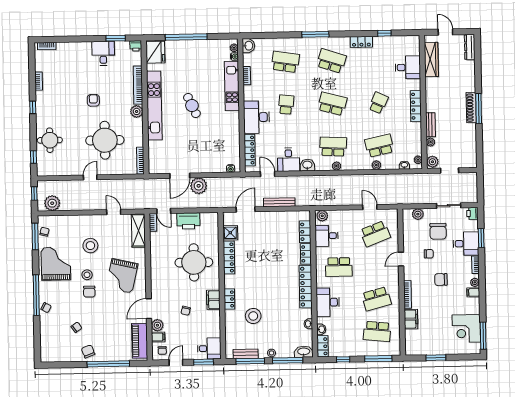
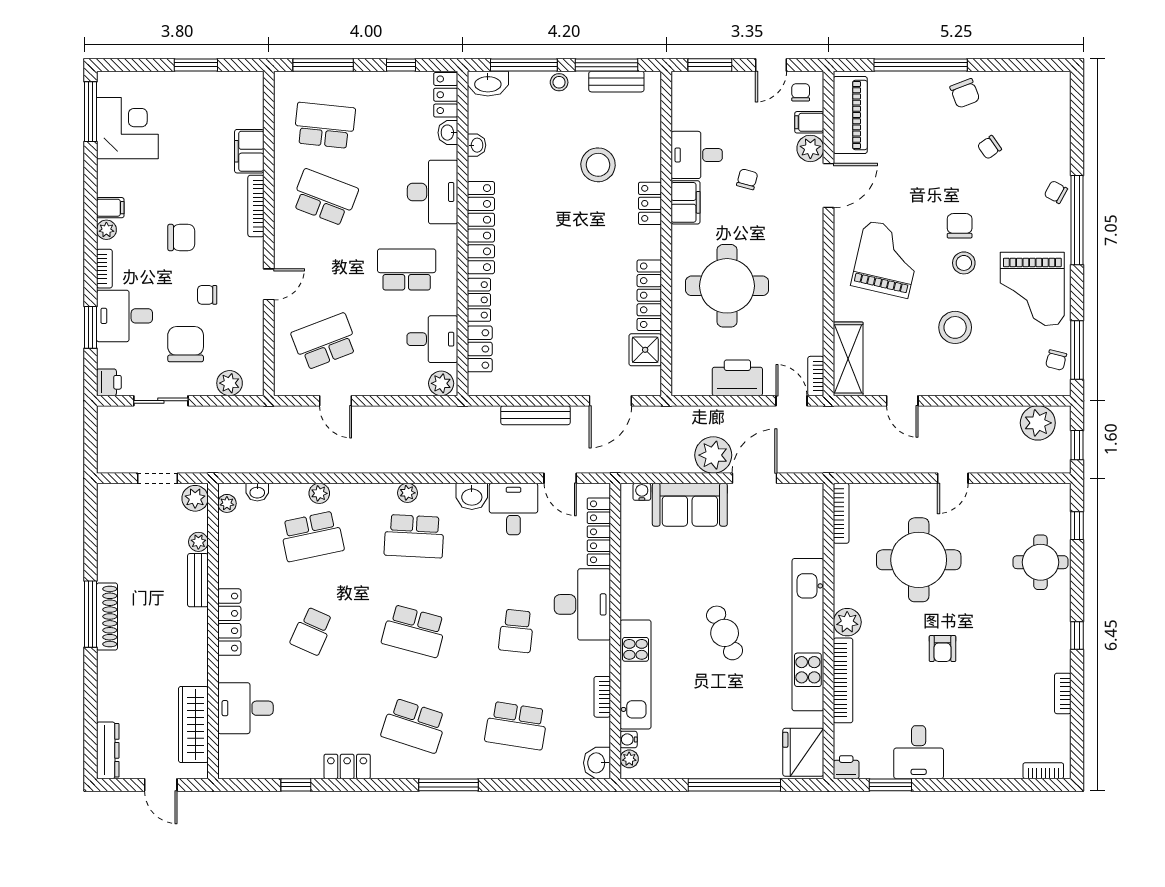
sofa: (209, 163) -> (690, 505), added
school desk: (376, 299) -> (325, 197), turned 36
desk: (209, 348) -> (697, 155), moved

